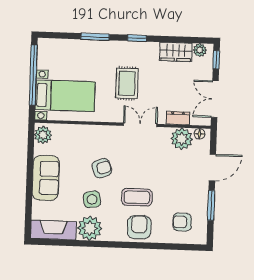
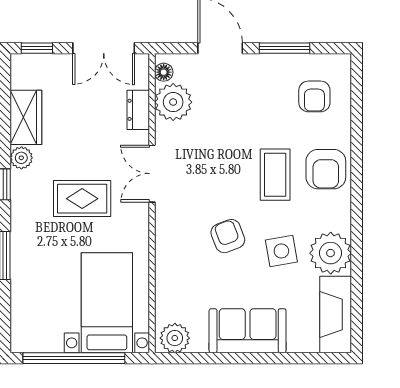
plant: (200, 50) -> (21, 158), moved
armchair: (139, 227) -> (326, 169), turned -90

